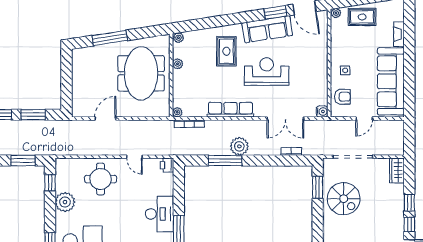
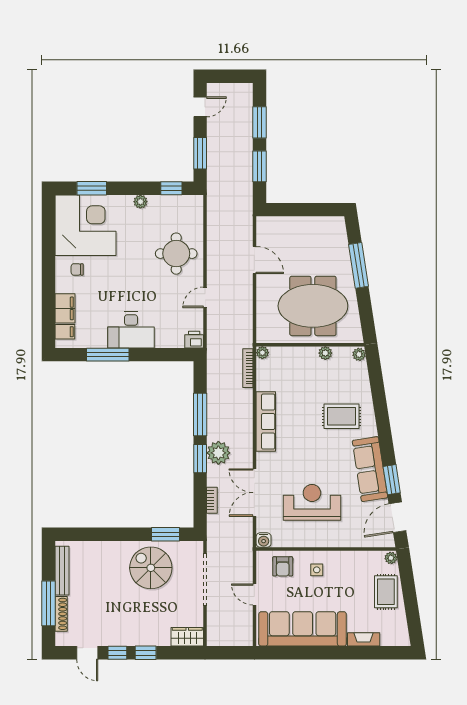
reception desk: (267, 72) -> (312, 502), moved, turned -90
plant: (239, 146) -> (218, 453), moved
window: (259, 161) -> (200, 459), added
spiral stairs: (344, 199) -> (151, 568), turned 90
plant: (65, 202) -> (140, 202), width x0.53, depth x0.53

